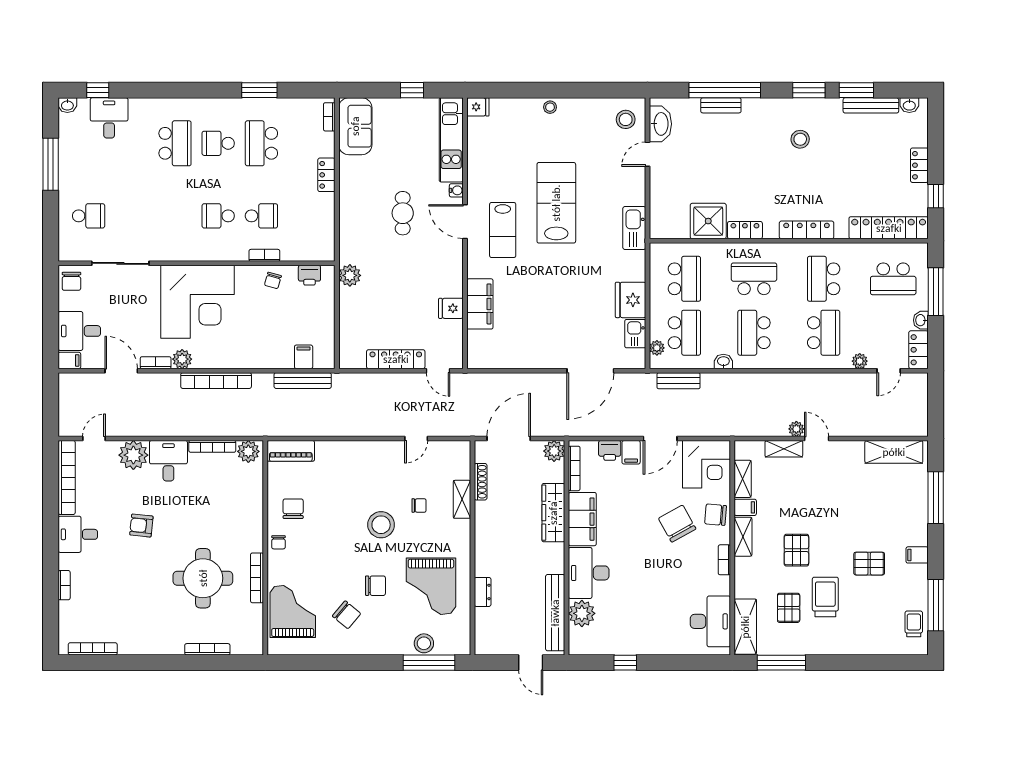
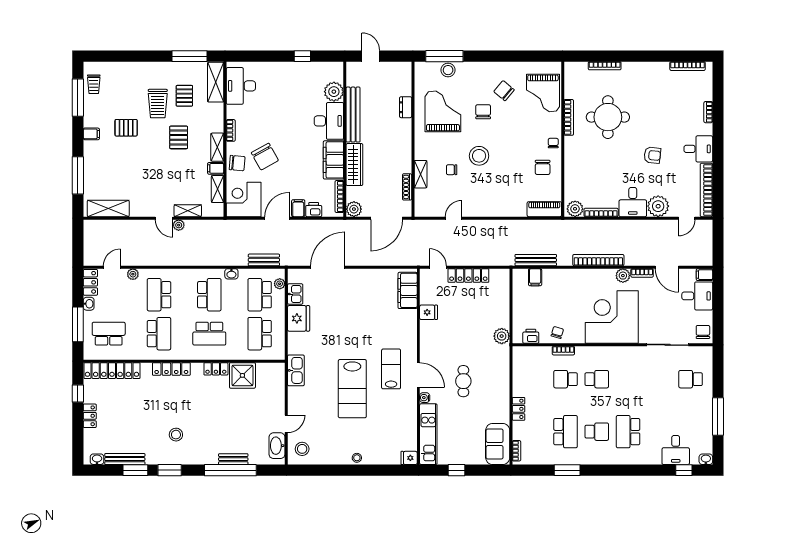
filing cabinet: (480, 304) -> (408, 290), moved
chair: (375, 586) -> (483, 112), turned 90
bench: (555, 613) -> (353, 115), moved

